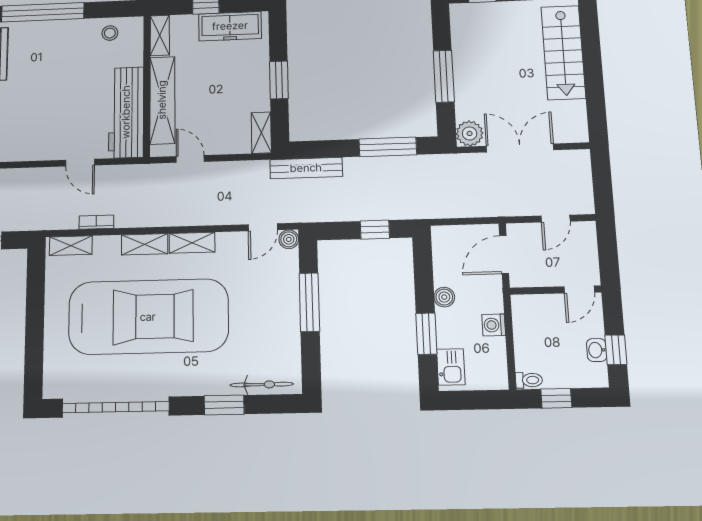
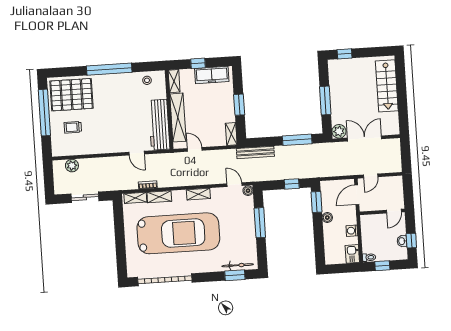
door: (556, 219) -> (371, 176), moved
door: (263, 227) -> (234, 185), swing flipped
shelving: (145, 244) -> (159, 197), moved
window: (426, 334) -> (316, 202), moved
kitchen sink: (451, 367) -> (352, 254), moved, turned 180
window: (224, 405) -> (235, 275), moved

